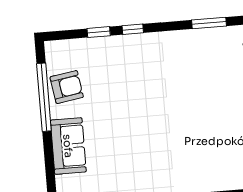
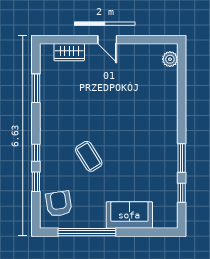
armchair: (67, 87) -> (59, 204), moved
coffee table: (134, 92) -> (89, 156), added

